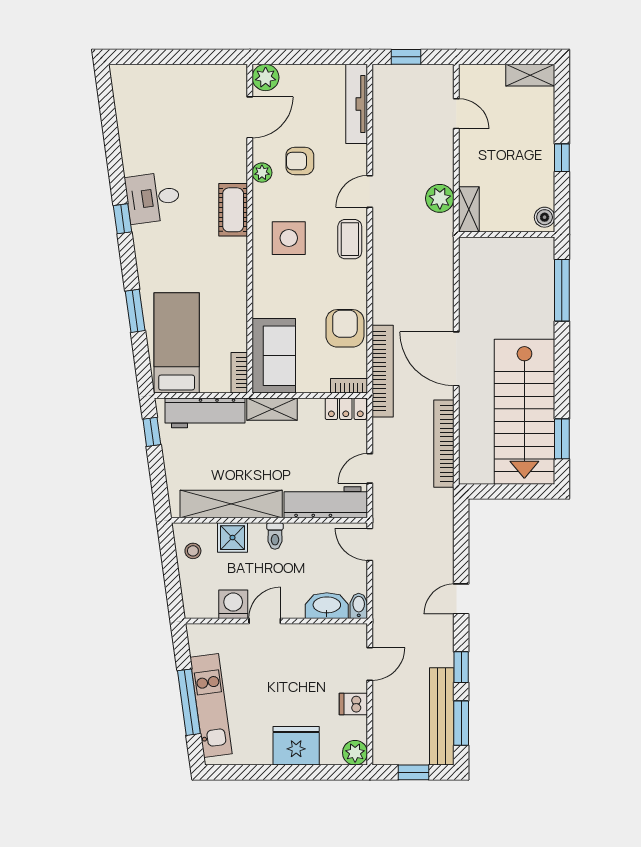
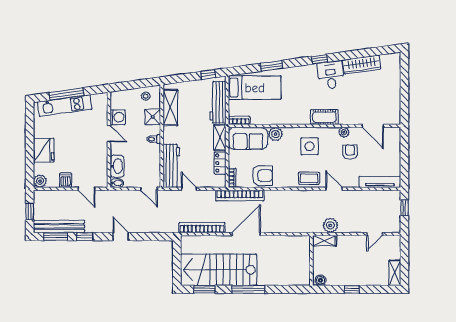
plant: (266, 77) -> (275, 134), moved
wardrobe: (133, 139) -> (362, 64), added
window: (562, 290) -> (248, 289), moved
locker: (346, 409) -> (220, 163), moved
shelving: (231, 504) -> (170, 108), width x0.68
door: (370, 544) -> (149, 189), swing flipped

